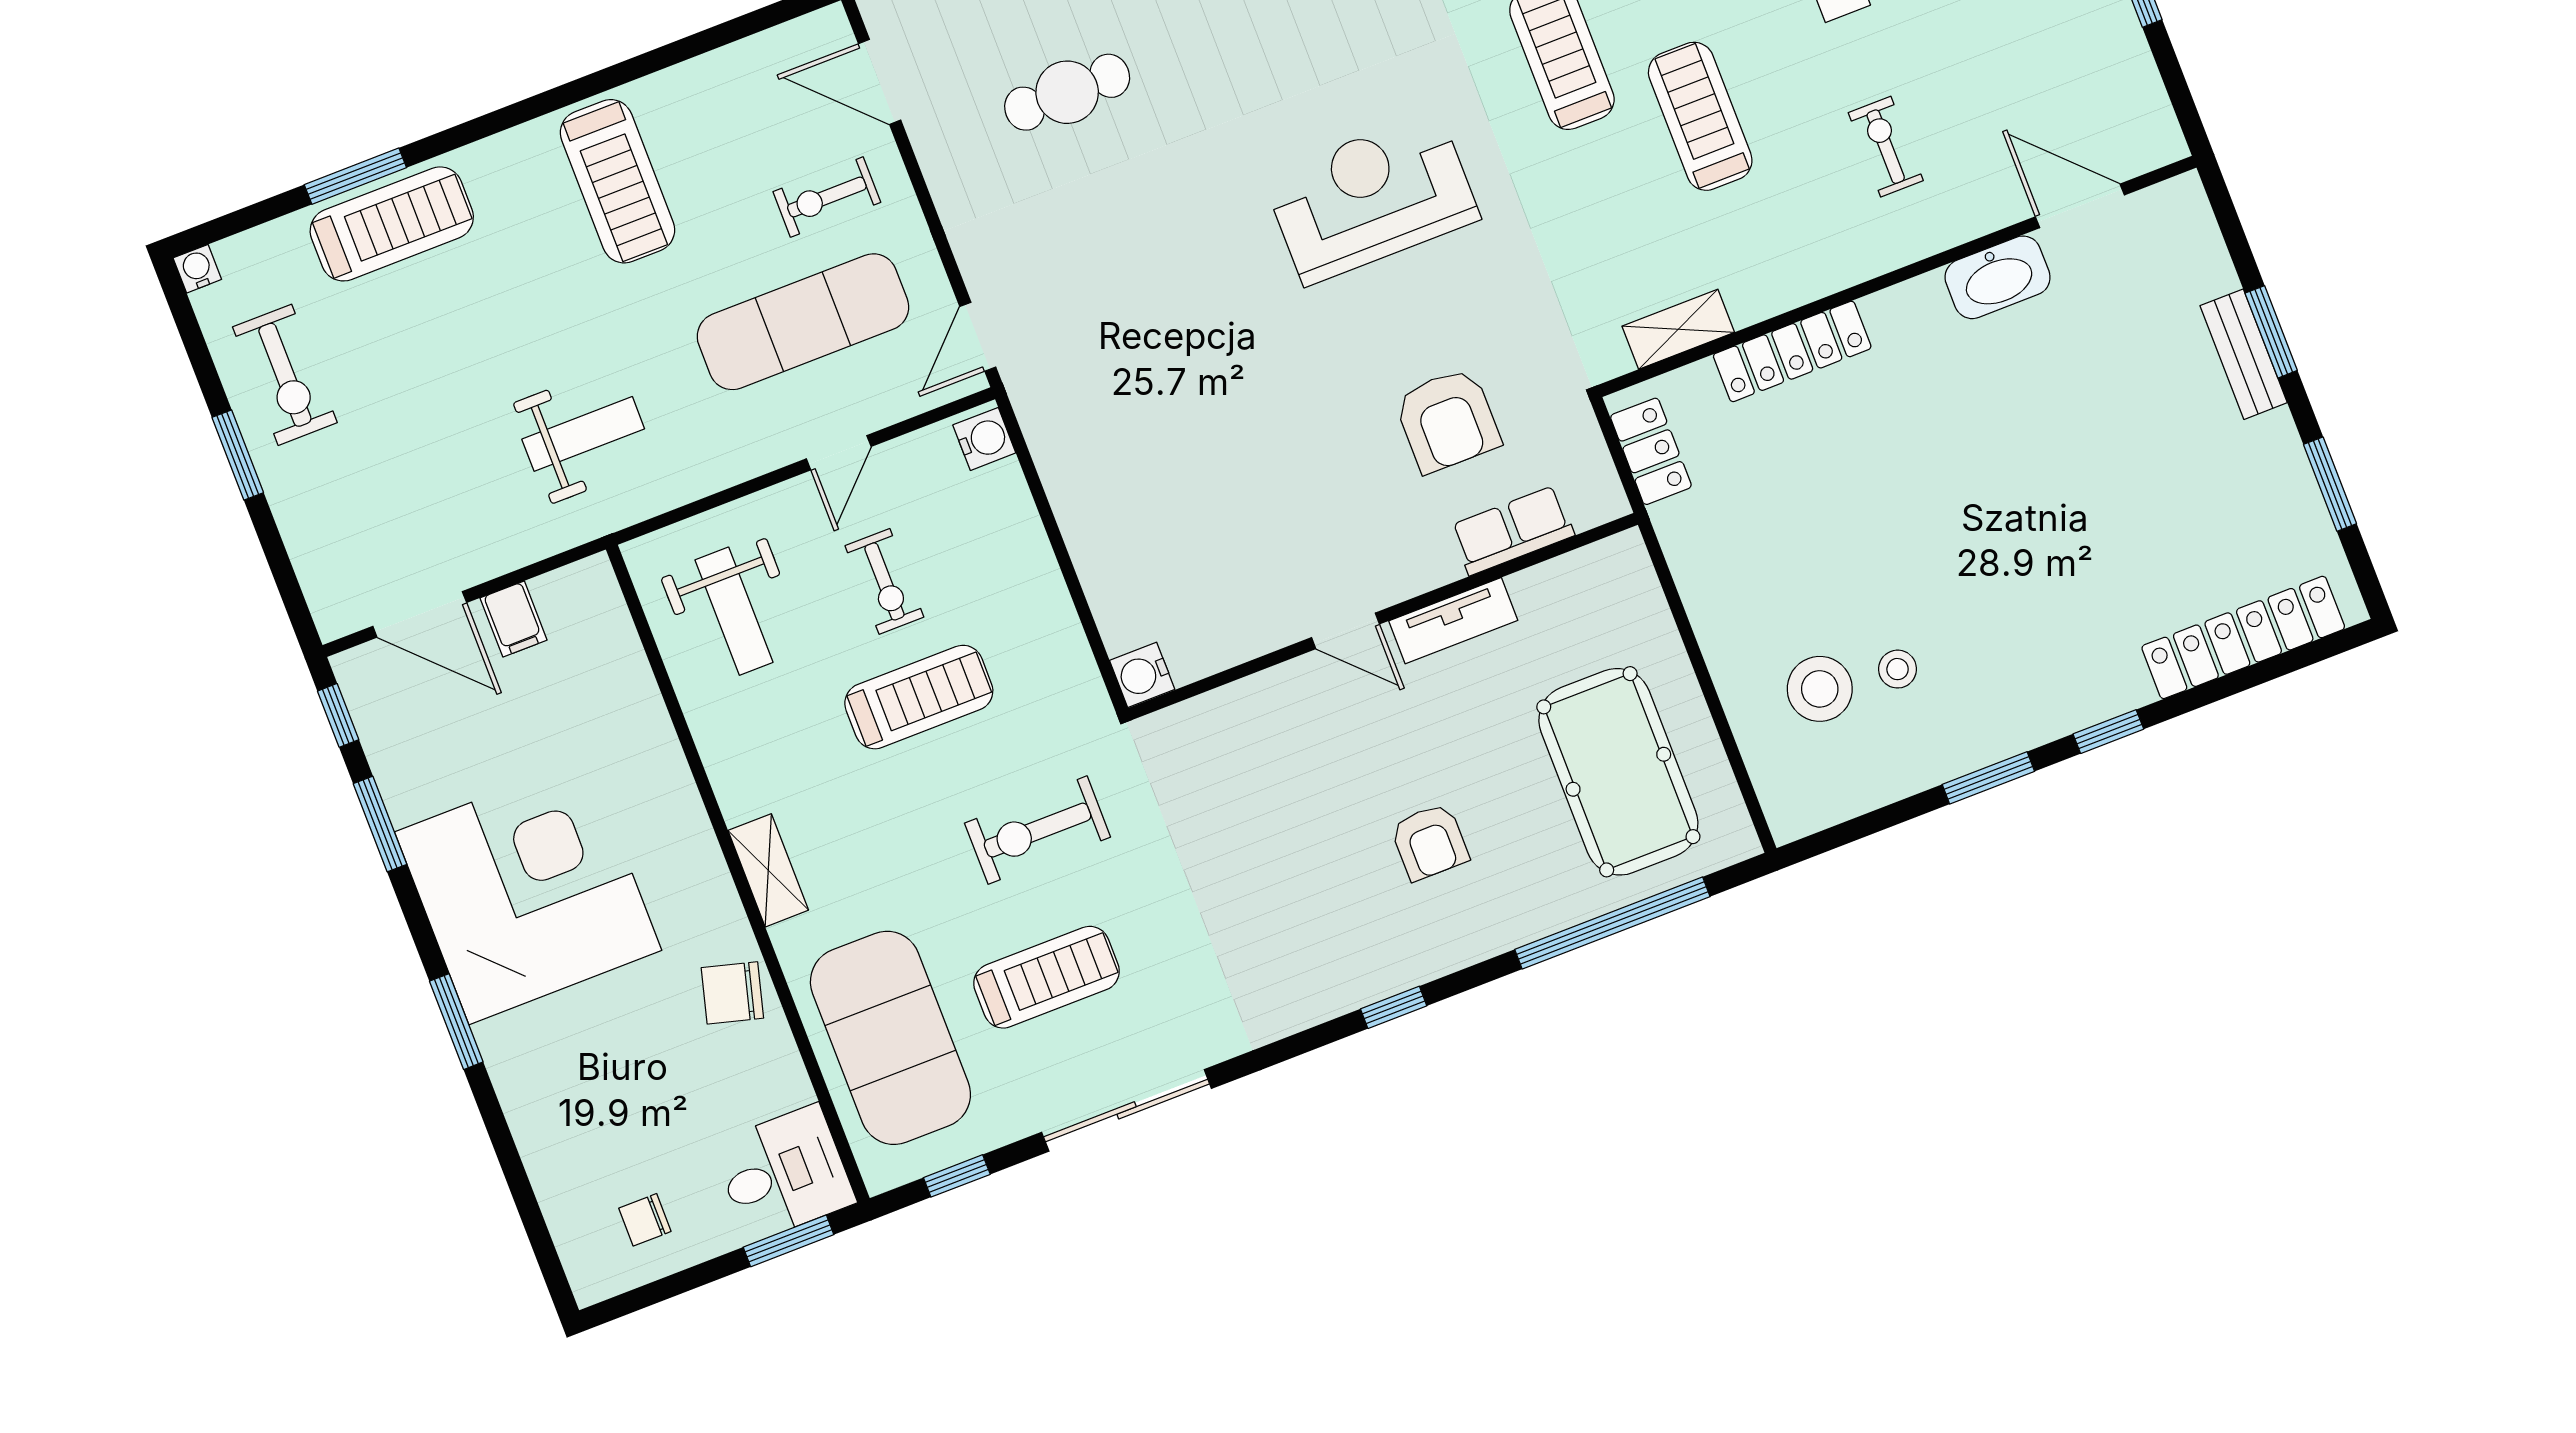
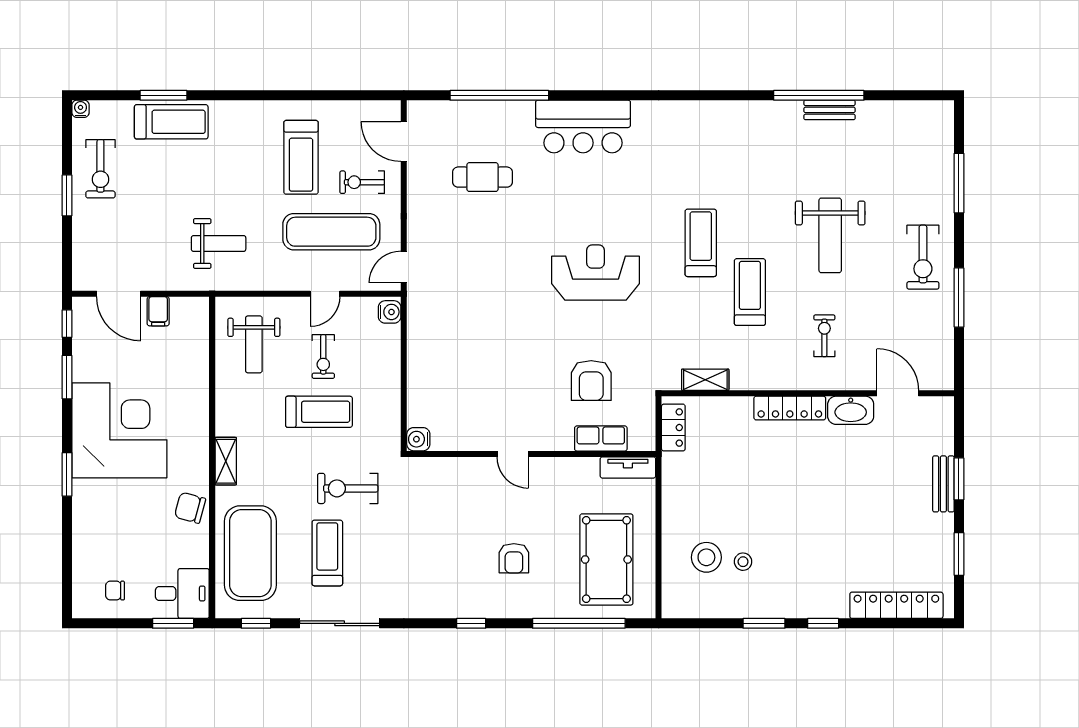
treadmill: (617, 181) -> (301, 157), moved
locker: (1792, 351) -> (790, 408), moved
tv unit: (1453, 621) -> (628, 467), moved
treadmill: (1046, 977) -> (327, 553), turned -90

